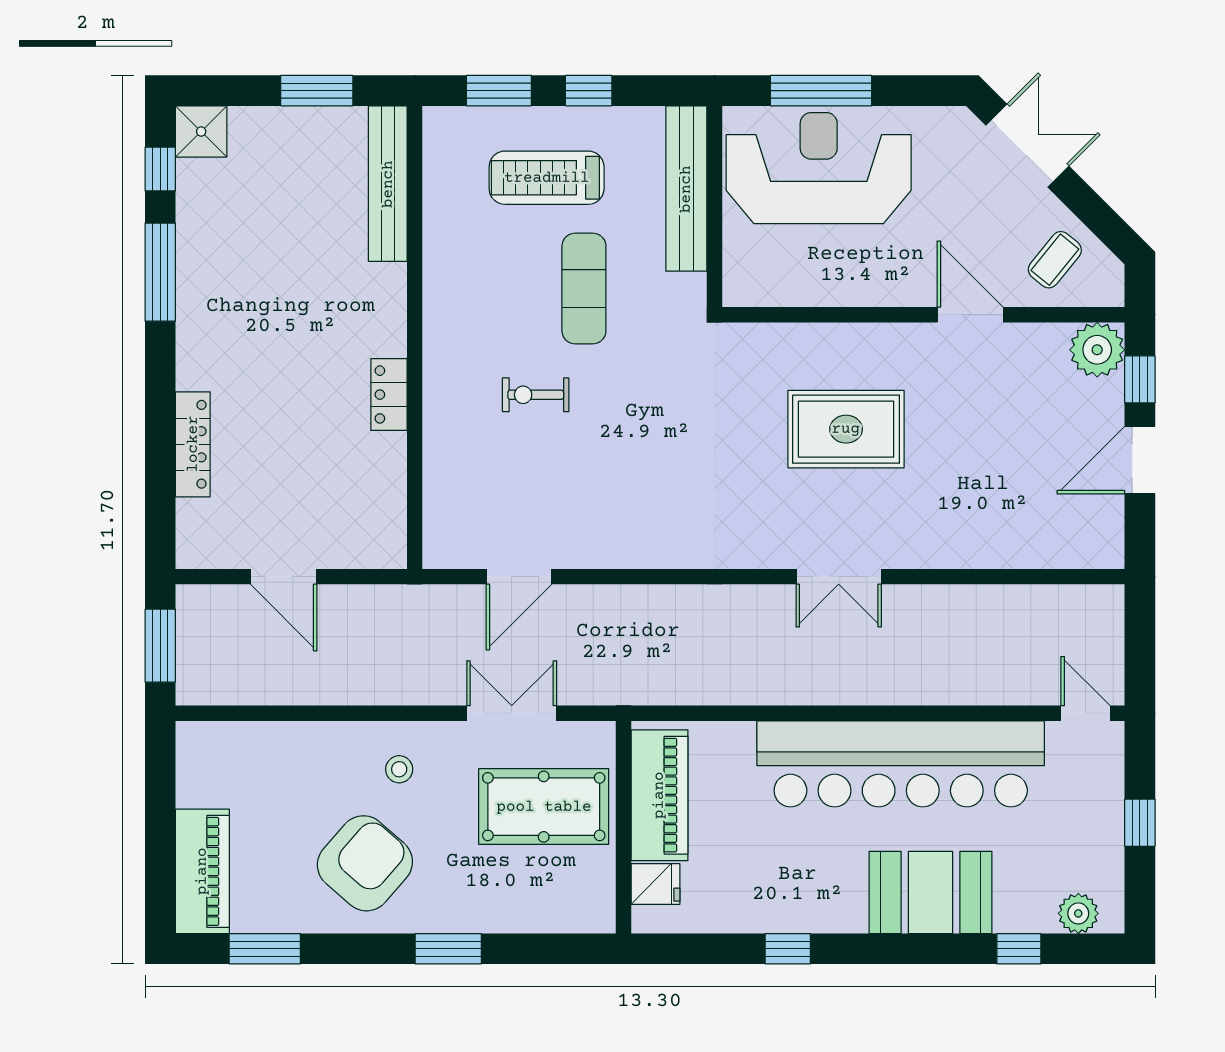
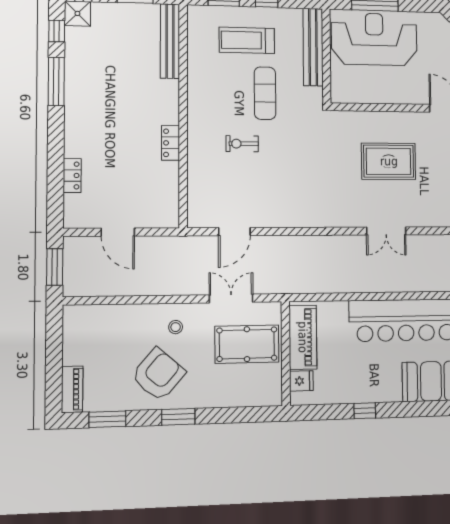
locker: (193, 444) -> (72, 175), width x0.66
piano: (202, 871) -> (72, 389), width x0.73, depth x0.75
window: (448, 949) -> (178, 417), moved

